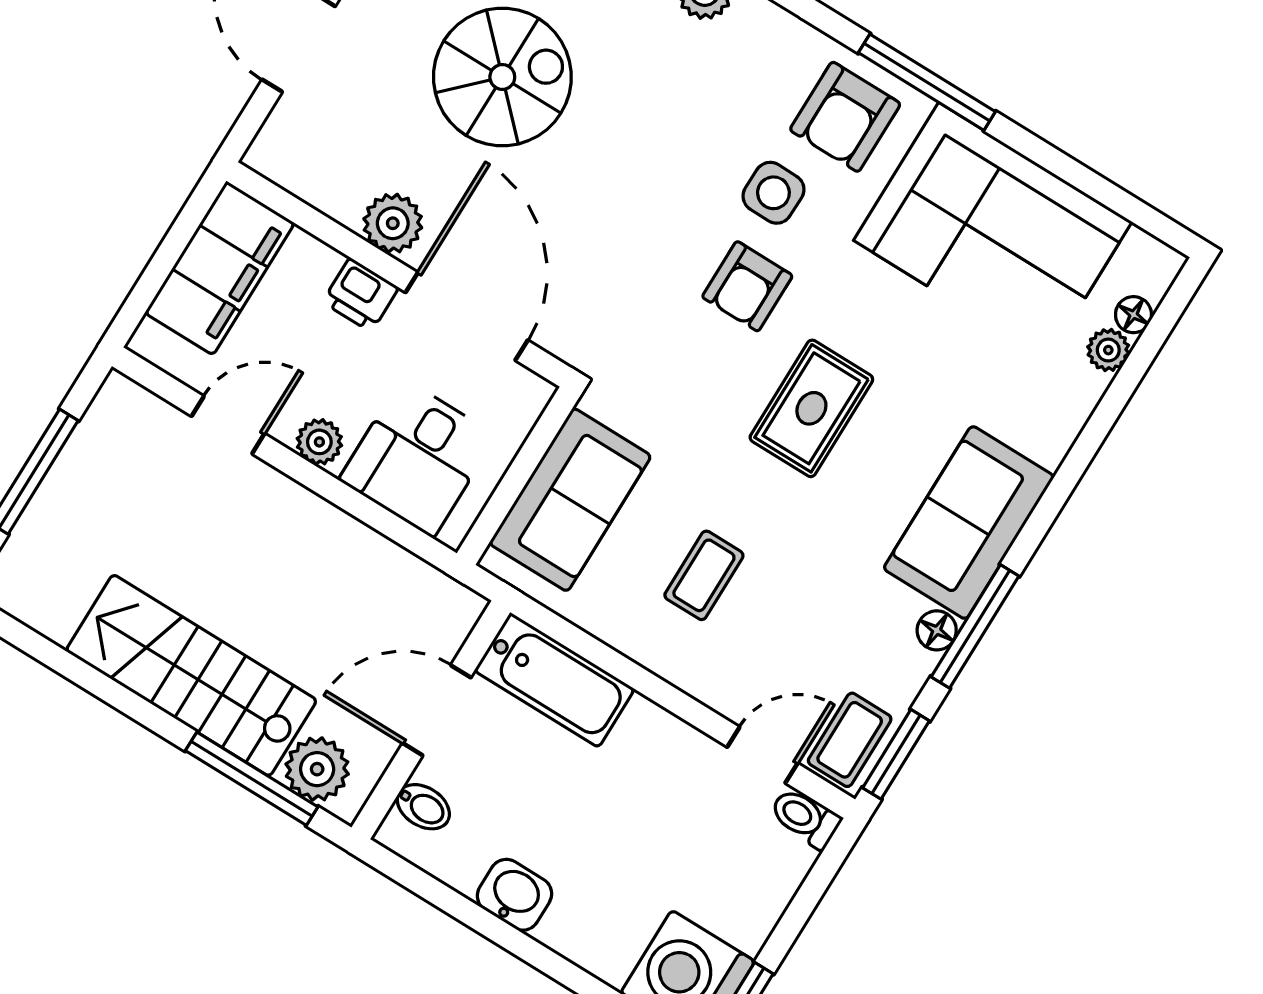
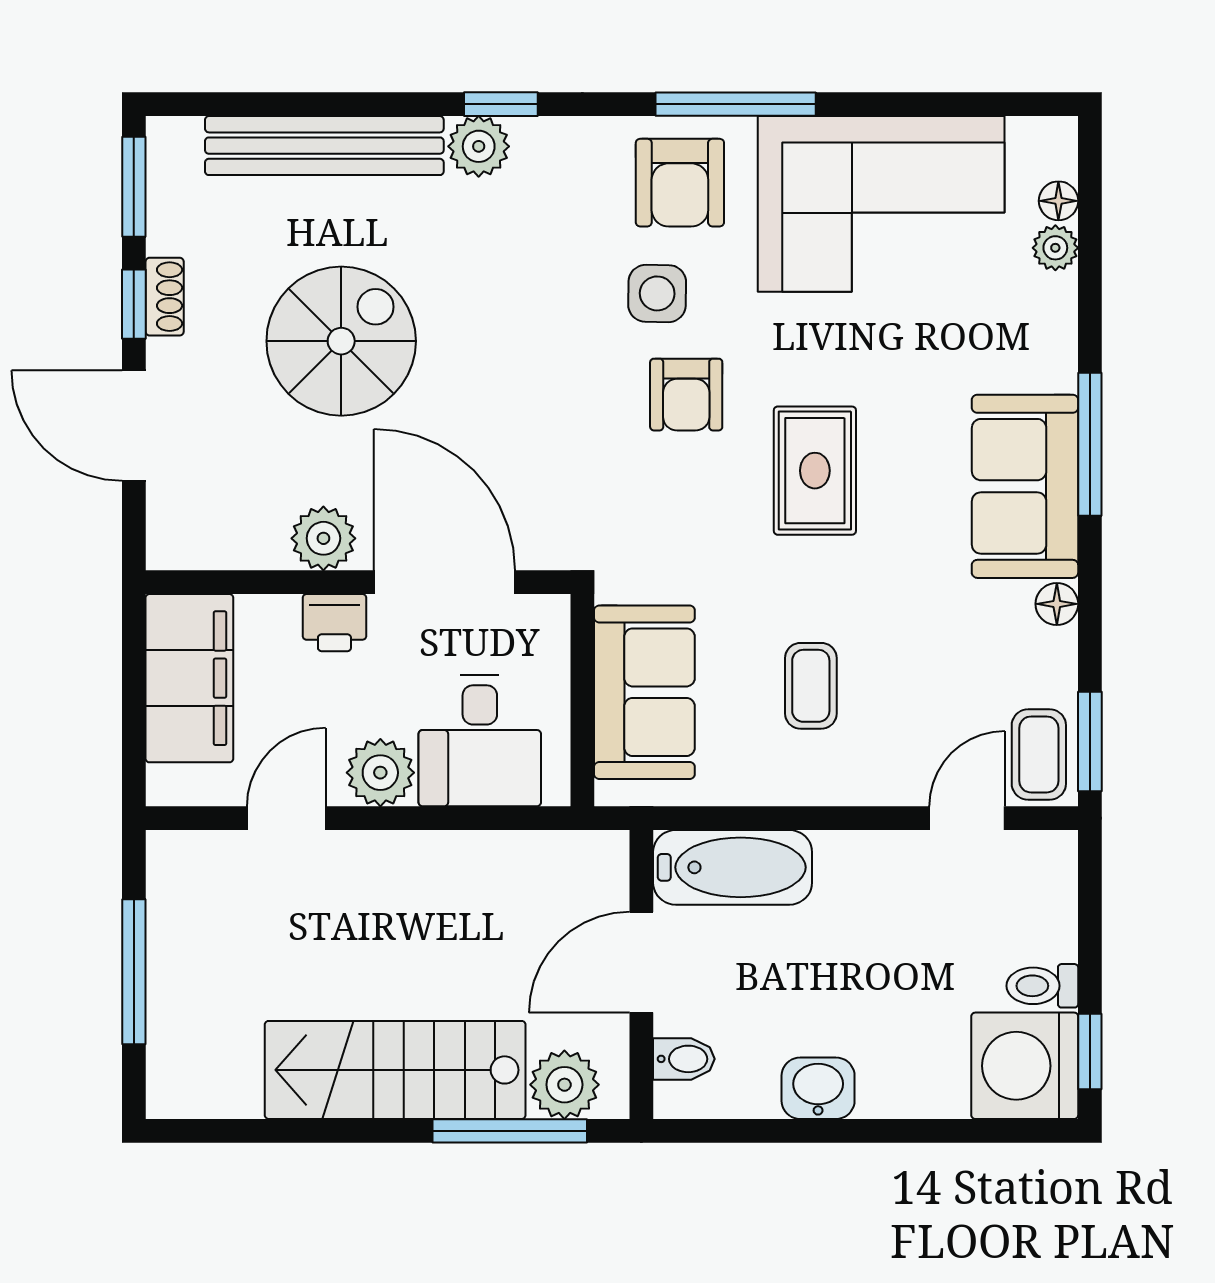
plant: (319, 442) -> (380, 773), width x1.38, depth x1.38
window: (975, 626) -> (1090, 444), moved
toilet: (805, 818) -> (1042, 986), moved

